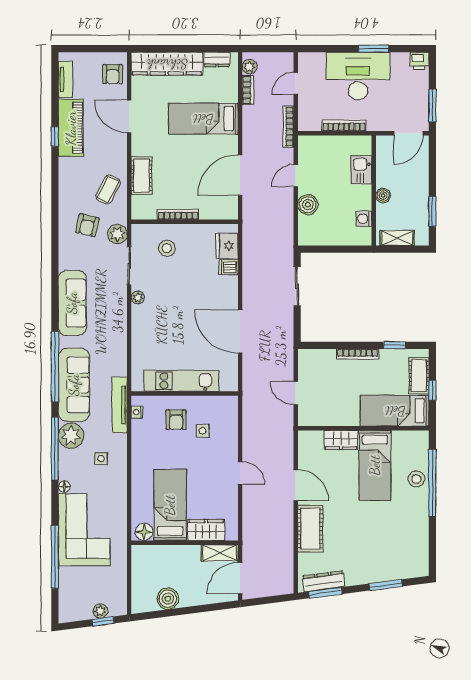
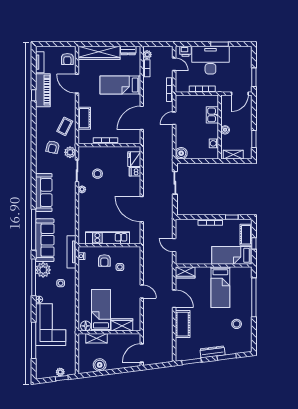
printer: (419, 61) -> (185, 51), moved
door: (296, 83) -> (174, 64), swing flipped
boiler: (308, 205) -> (181, 153), moved
stool: (167, 248) -> (97, 174), moved
wardrobe: (341, 440) -> (185, 272), moved
stool: (416, 479) -> (237, 324), moved
shelving: (220, 553) -> (97, 338), moved
dresser: (324, 581) -> (212, 352), moved

